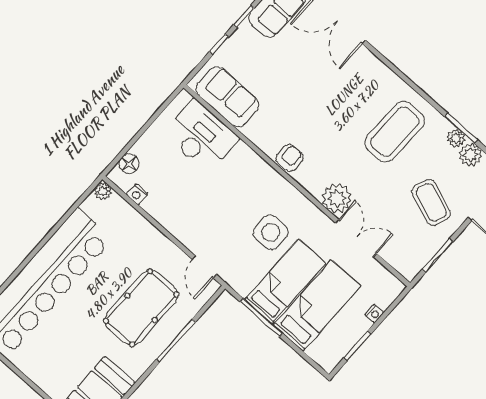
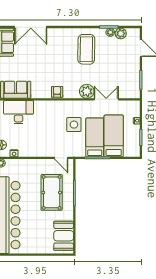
coffee table: (431, 202) -> (122, 63), removed

